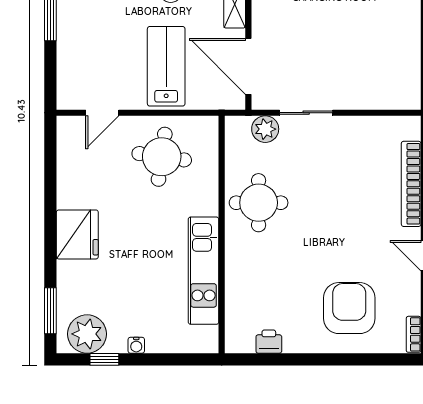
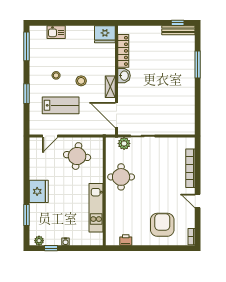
lab bench: (166, 66) -> (61, 105), moved, turned 90
window: (50, 311) -> (27, 215), moved
plant: (87, 334) -> (39, 241), width x0.53, depth x0.53

